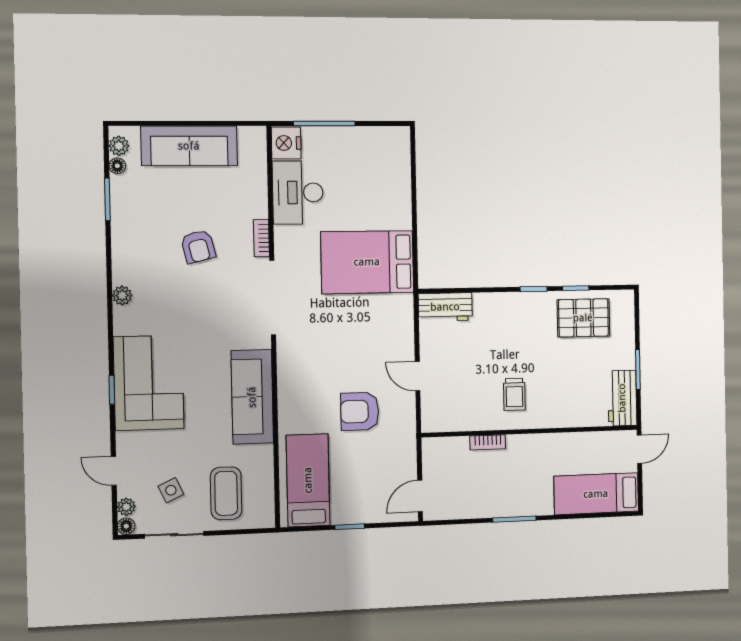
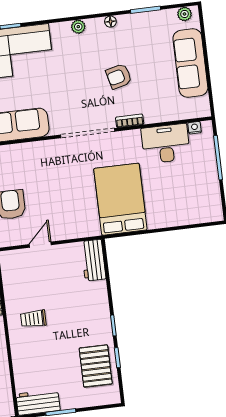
nightstand: (286, 143) -> (195, 128), width x0.53, depth x0.56
floor lamp: (117, 166) -> (110, 22), moved

